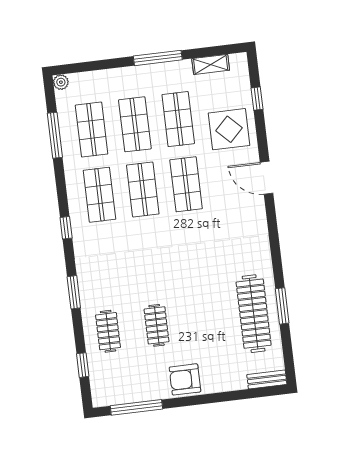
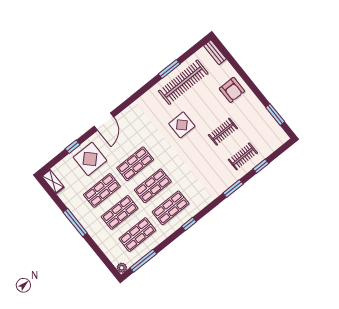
shelving: (211, 64) -> (53, 182), moved
window: (257, 99) -> (73, 147), moved
window: (55, 135) -> (143, 261), moved
window: (66, 228) -> (189, 224), moved
display table: (199, 277) -> (182, 125), added
window: (83, 365) -> (261, 166), moved
armchair: (185, 379) -> (232, 90), moved
window: (136, 407) -> (275, 115), width x0.69

